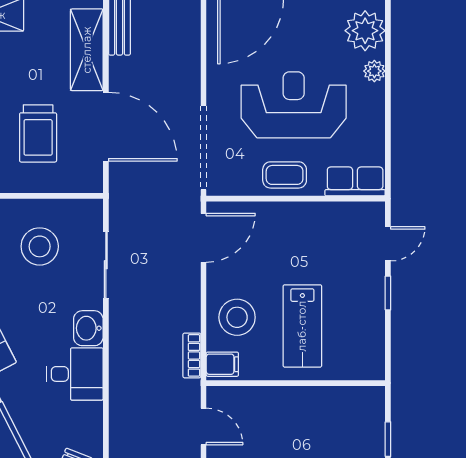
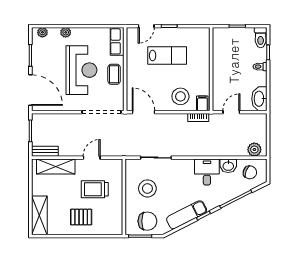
plant: (365, 31) -> (42, 32), width x0.53, depth x0.53
reception desk: (294, 105) -> (81, 70), turned 180
door: (106, 127) -> (92, 158), width x0.53
trolley: (38, 133) -> (95, 189), turned 180
door: (388, 244) -> (146, 26), swing flipped
lab bench: (302, 326) -> (167, 56), moved
washbasin: (88, 328) -> (228, 166), moved

